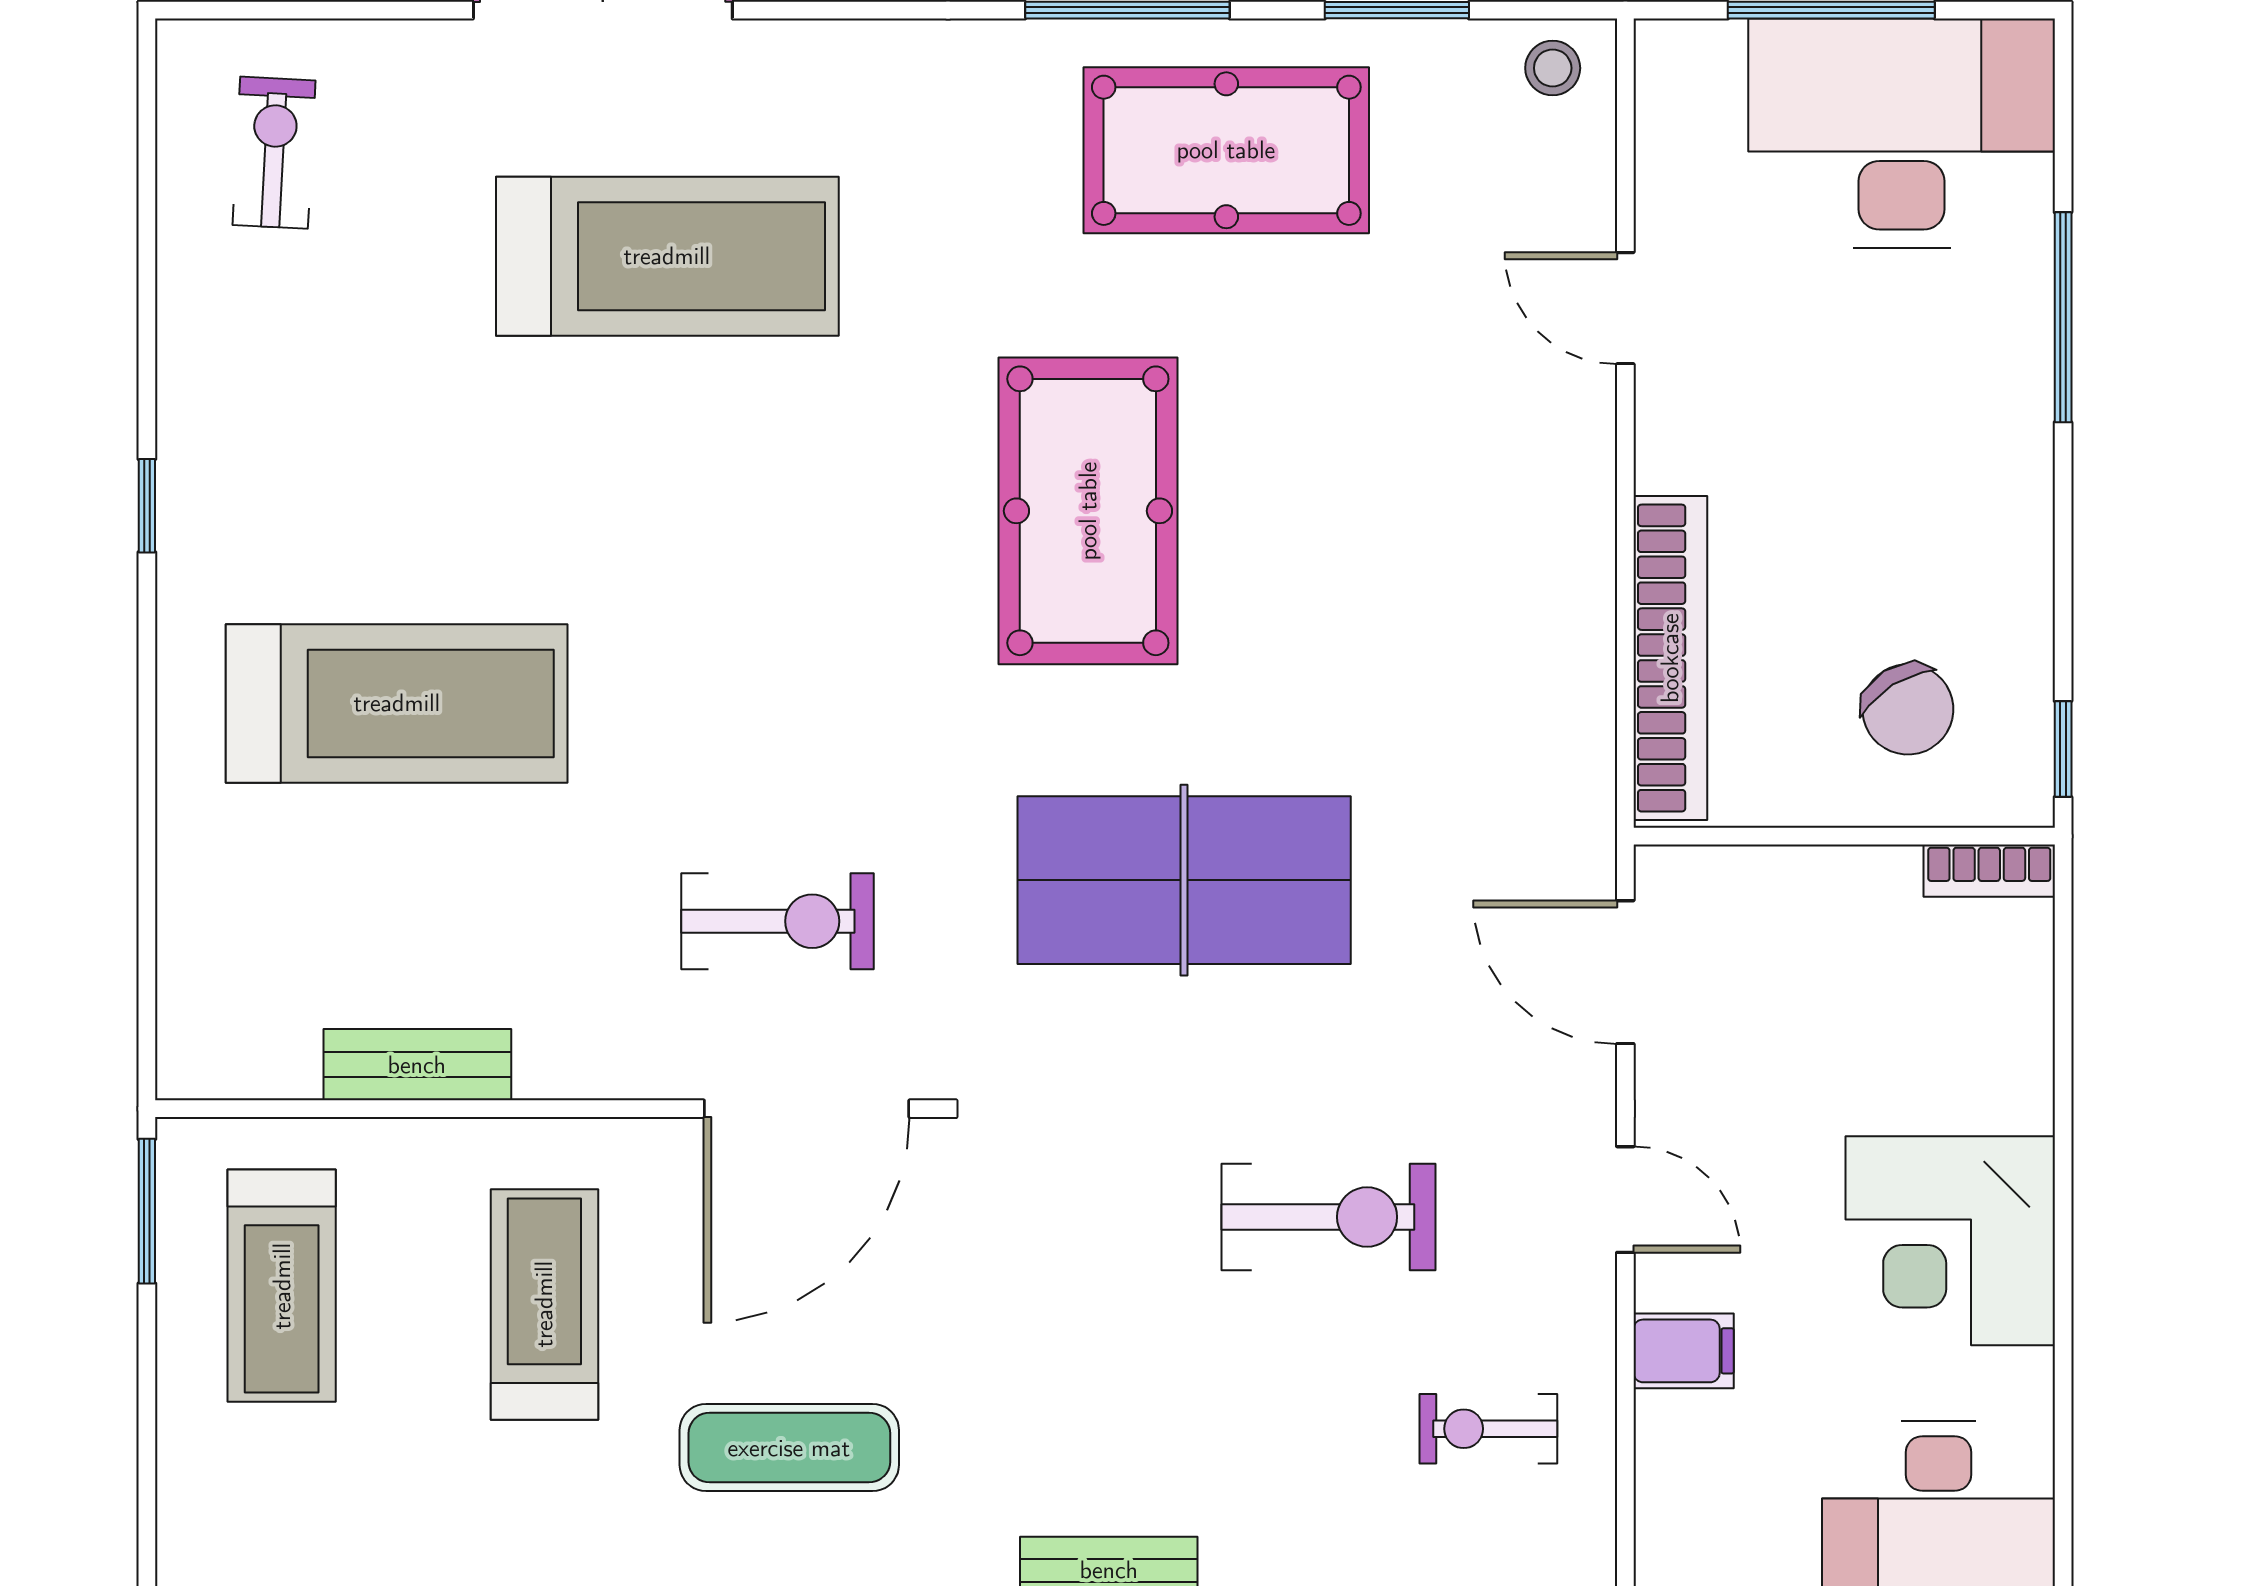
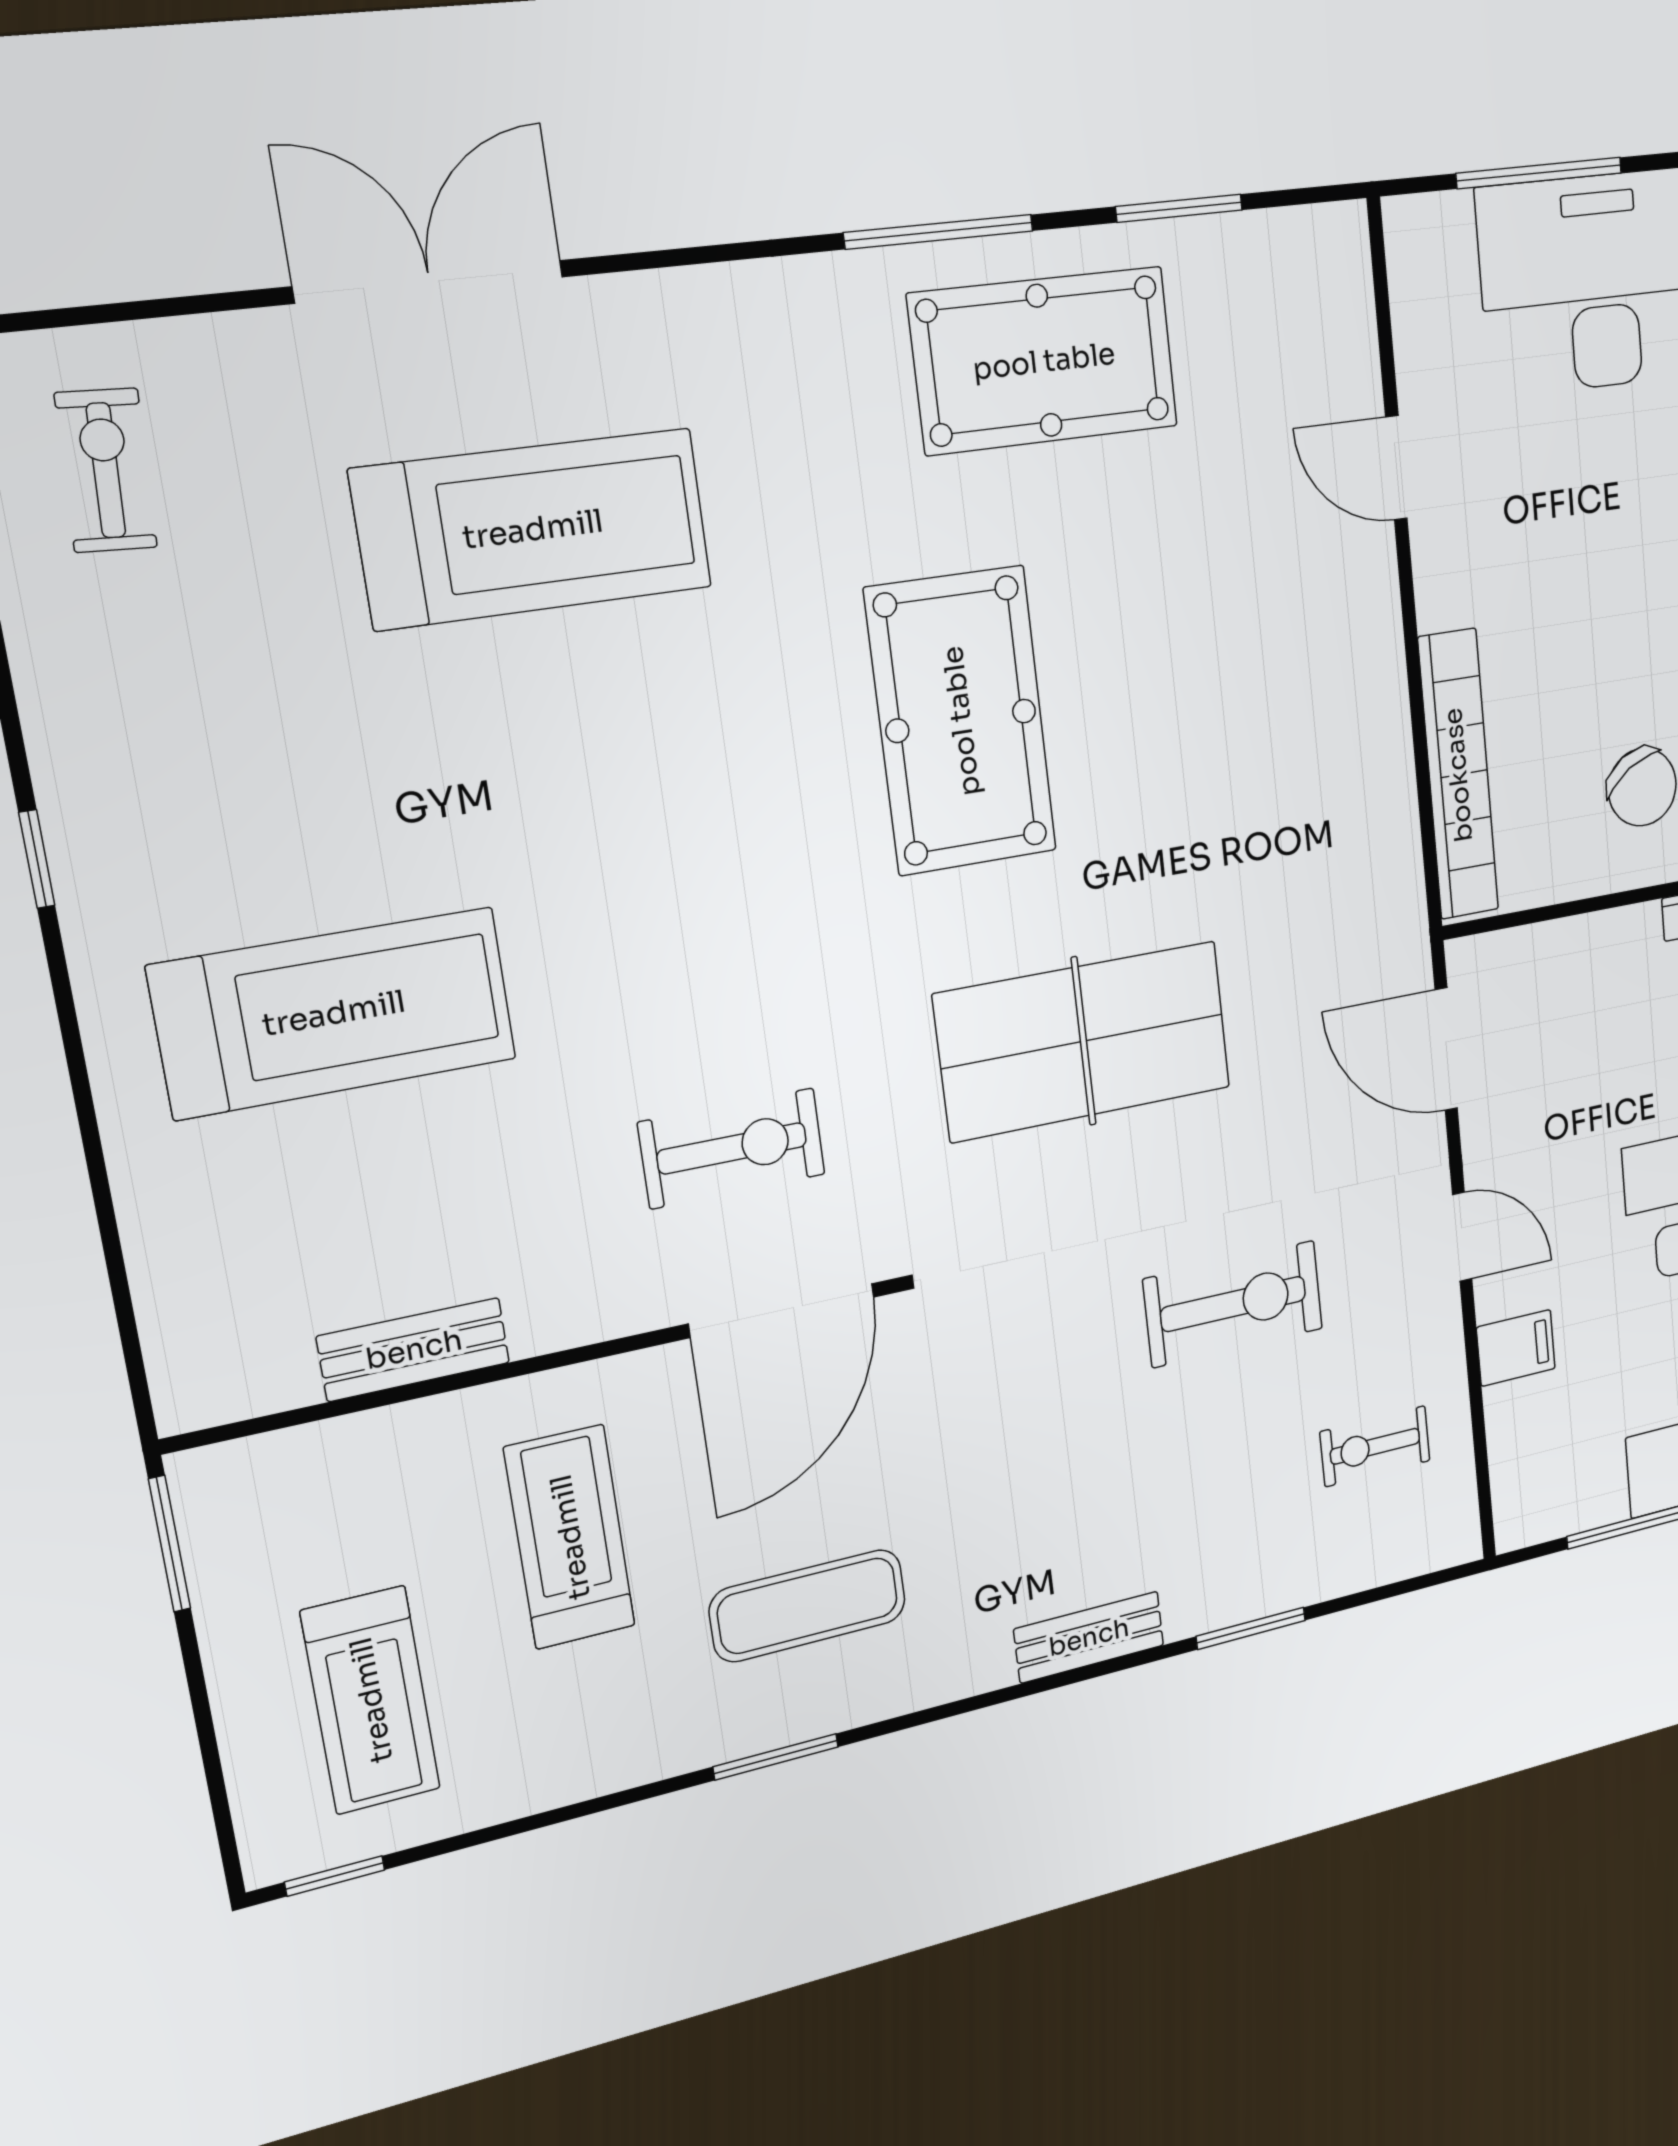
stool: (1553, 68) -> (1317, 251), removed
treadmill: (282, 1286) -> (371, 1700), moved

